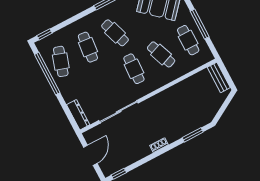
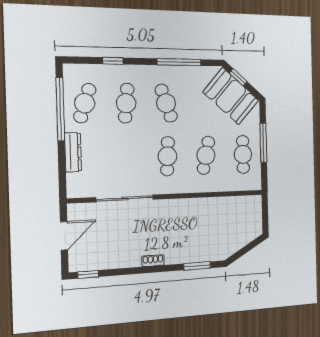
window: (44, 34) -> (113, 61), moved
cafe table: (161, 54) -> (206, 155), turned 33
bench: (219, 77) -> (256, 213), removed
dresser: (78, 115) -> (73, 152), moved

